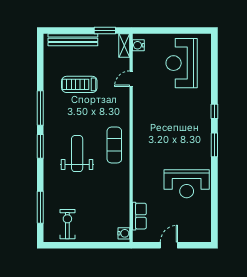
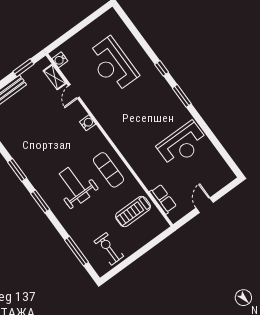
shelving: (124, 46) -> (55, 77), moved
reception desk: (182, 63) -> (112, 65), moved
treadmill: (79, 84) -> (133, 211), moved
window: (40, 108) -> (17, 170), width x0.69
exercise mat: (114, 145) -> (108, 170), moved
water cooler: (124, 233) -> (88, 123), moved

